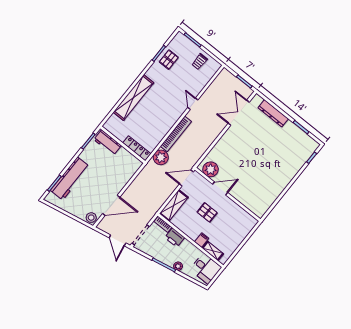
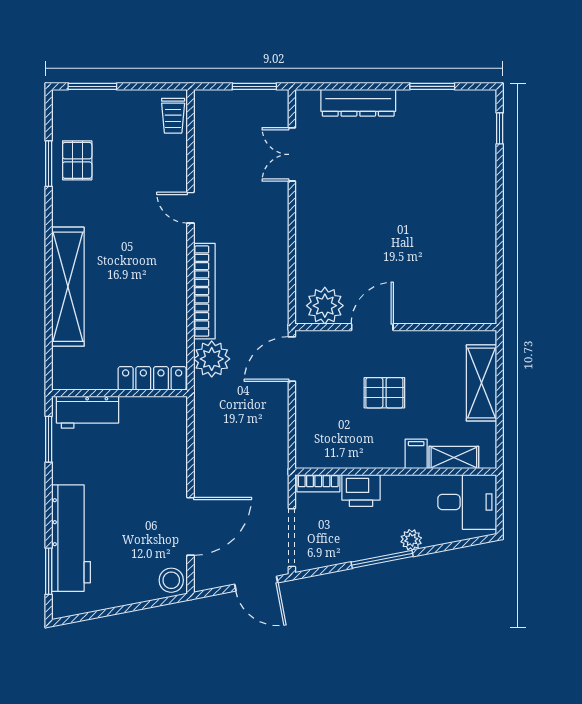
trolley: (200, 62) -> (173, 116), moved
double door: (239, 113) -> (292, 154), width x0.73
shelving: (174, 205) -> (481, 383), moved

